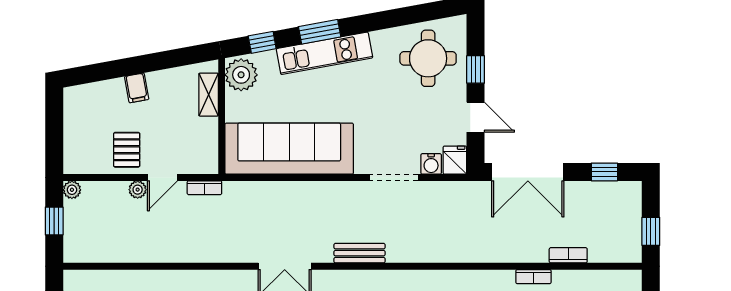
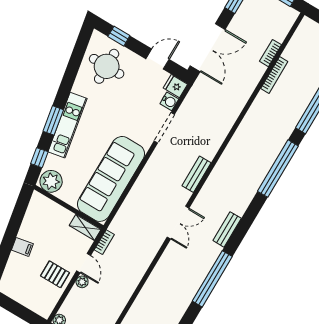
window: (476, 69) -> (119, 36), moved
shelving: (209, 95) -> (85, 227), moved
bookcase: (533, 277) -> (274, 75), width x1.56

